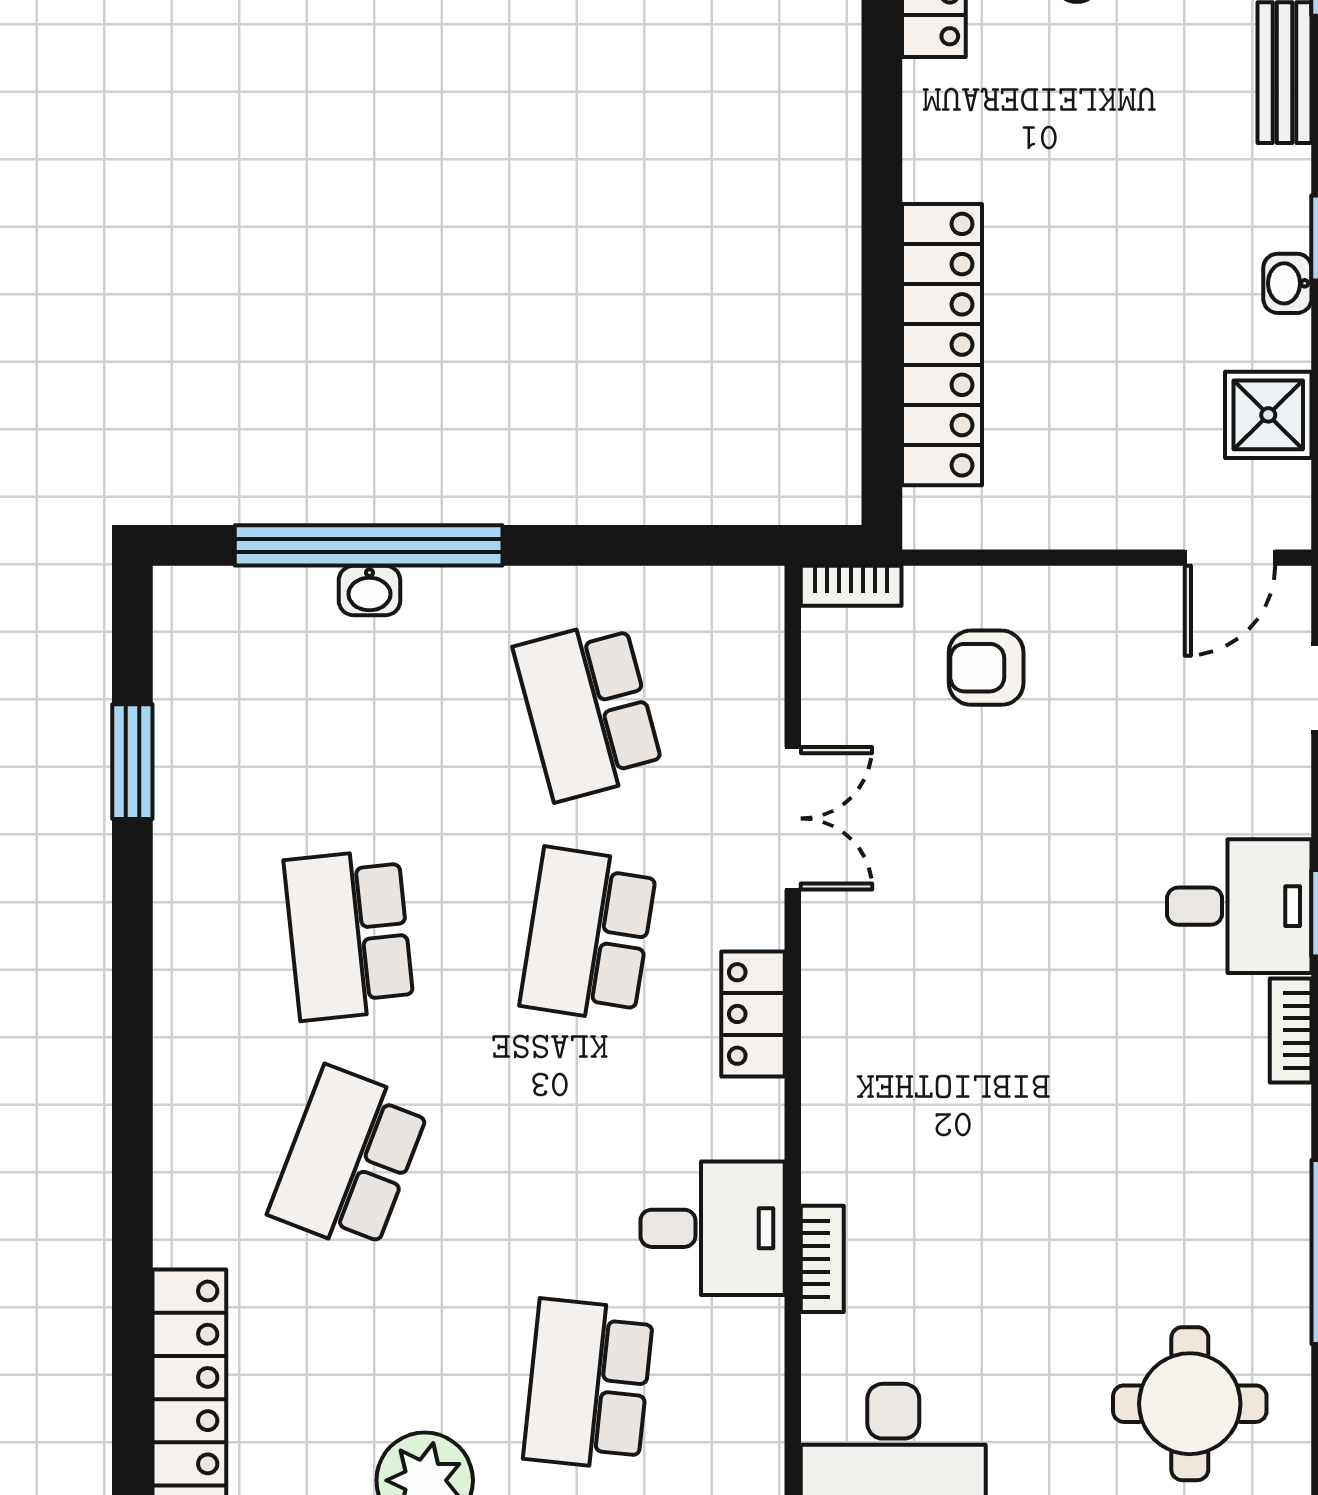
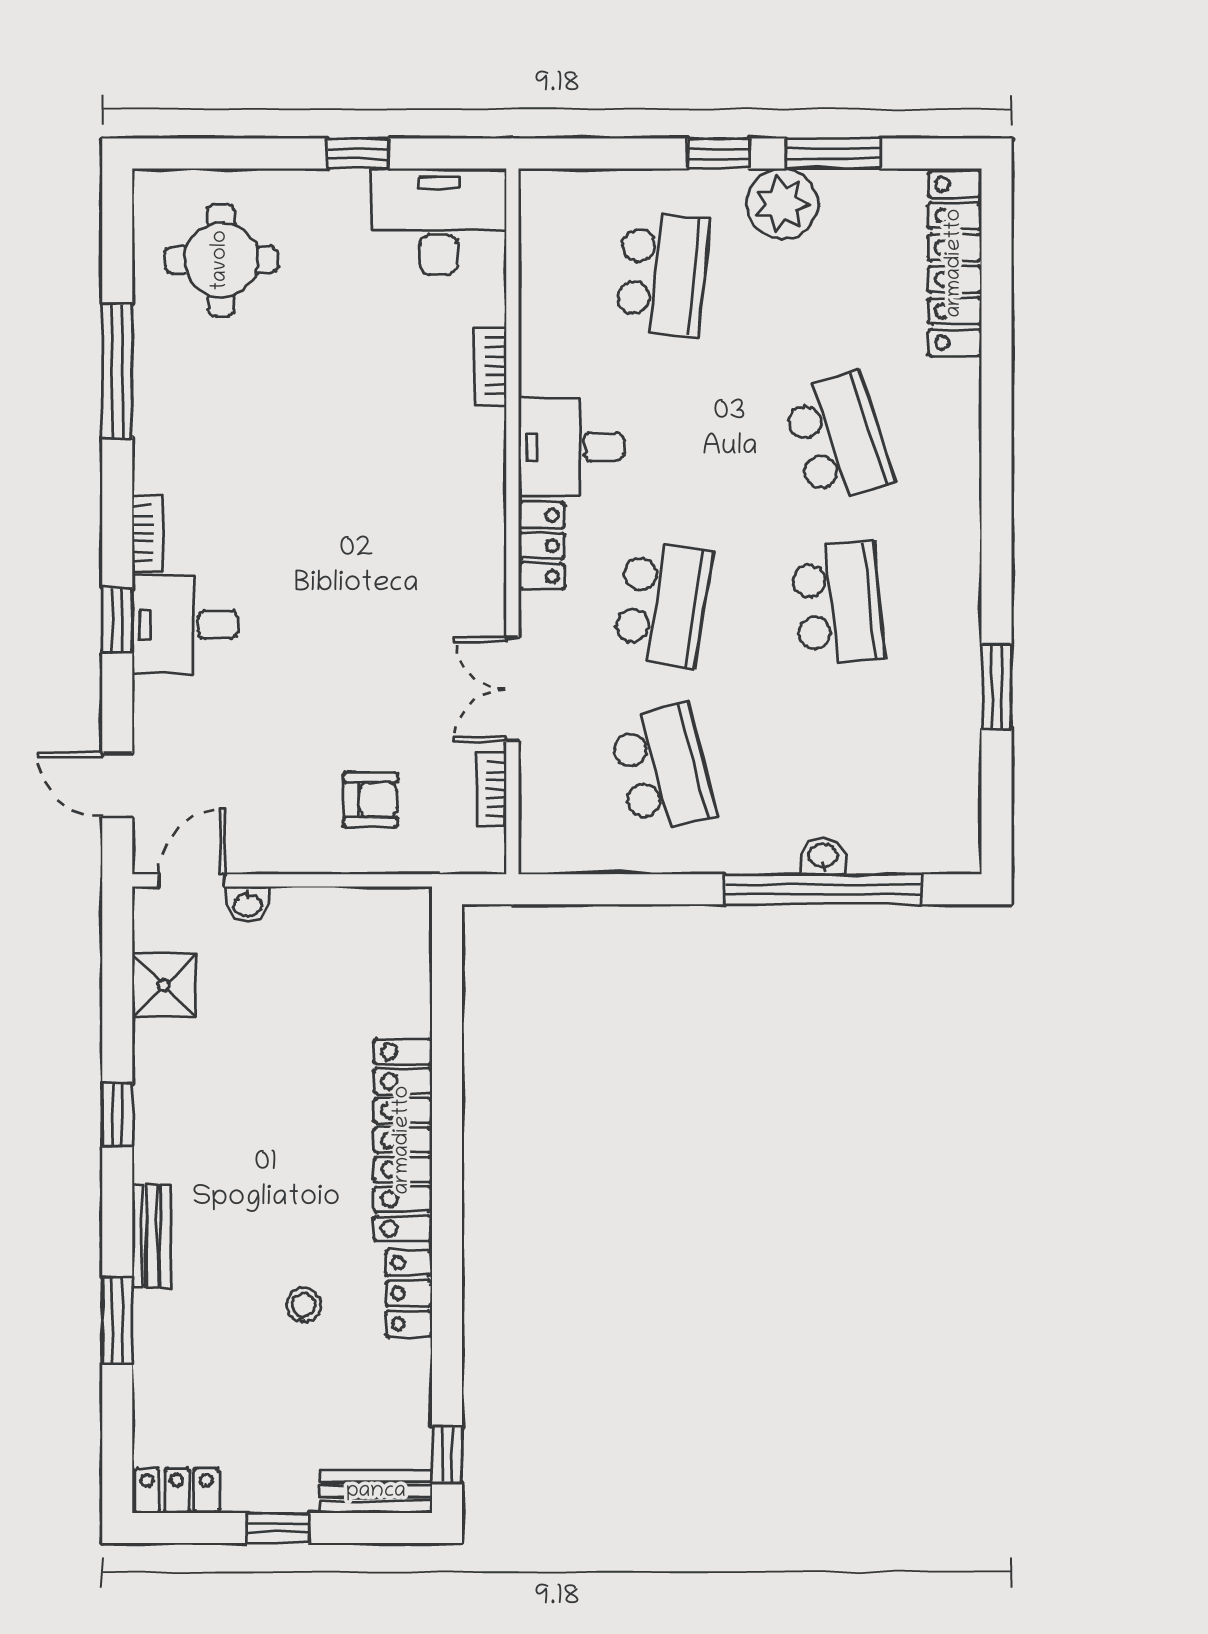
washbasin: (1287, 283) -> (248, 904), moved, turned 90
locker: (942, 345) -> (403, 1140), moved
bookcase: (851, 586) -> (492, 789), moved, turned -90
window: (132, 762) -> (997, 686), moved
school desk: (349, 1160) -> (838, 439), turned -39
desk: (713, 1228) -> (571, 447), moved

